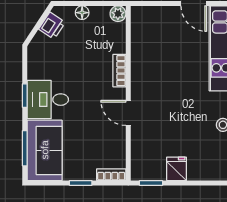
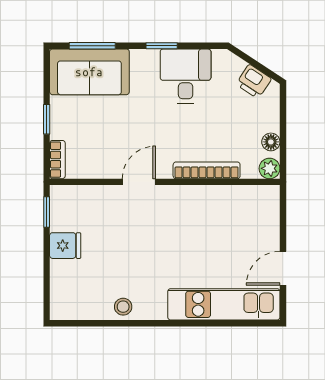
floor lamp: (82, 13) -> (271, 142), moved
bookcase: (119, 71) -> (207, 170), width x1.56
desk: (48, 100) -> (186, 76), moved

